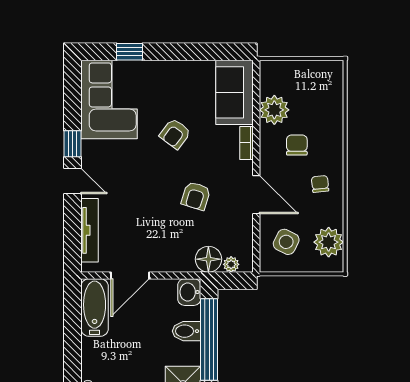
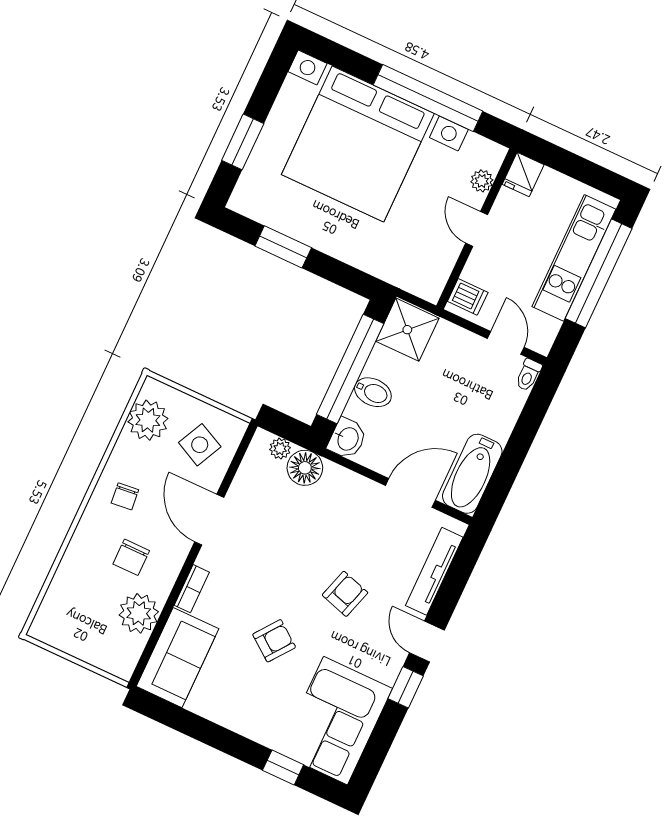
armchair: (196, 196) -> (345, 594), moved

